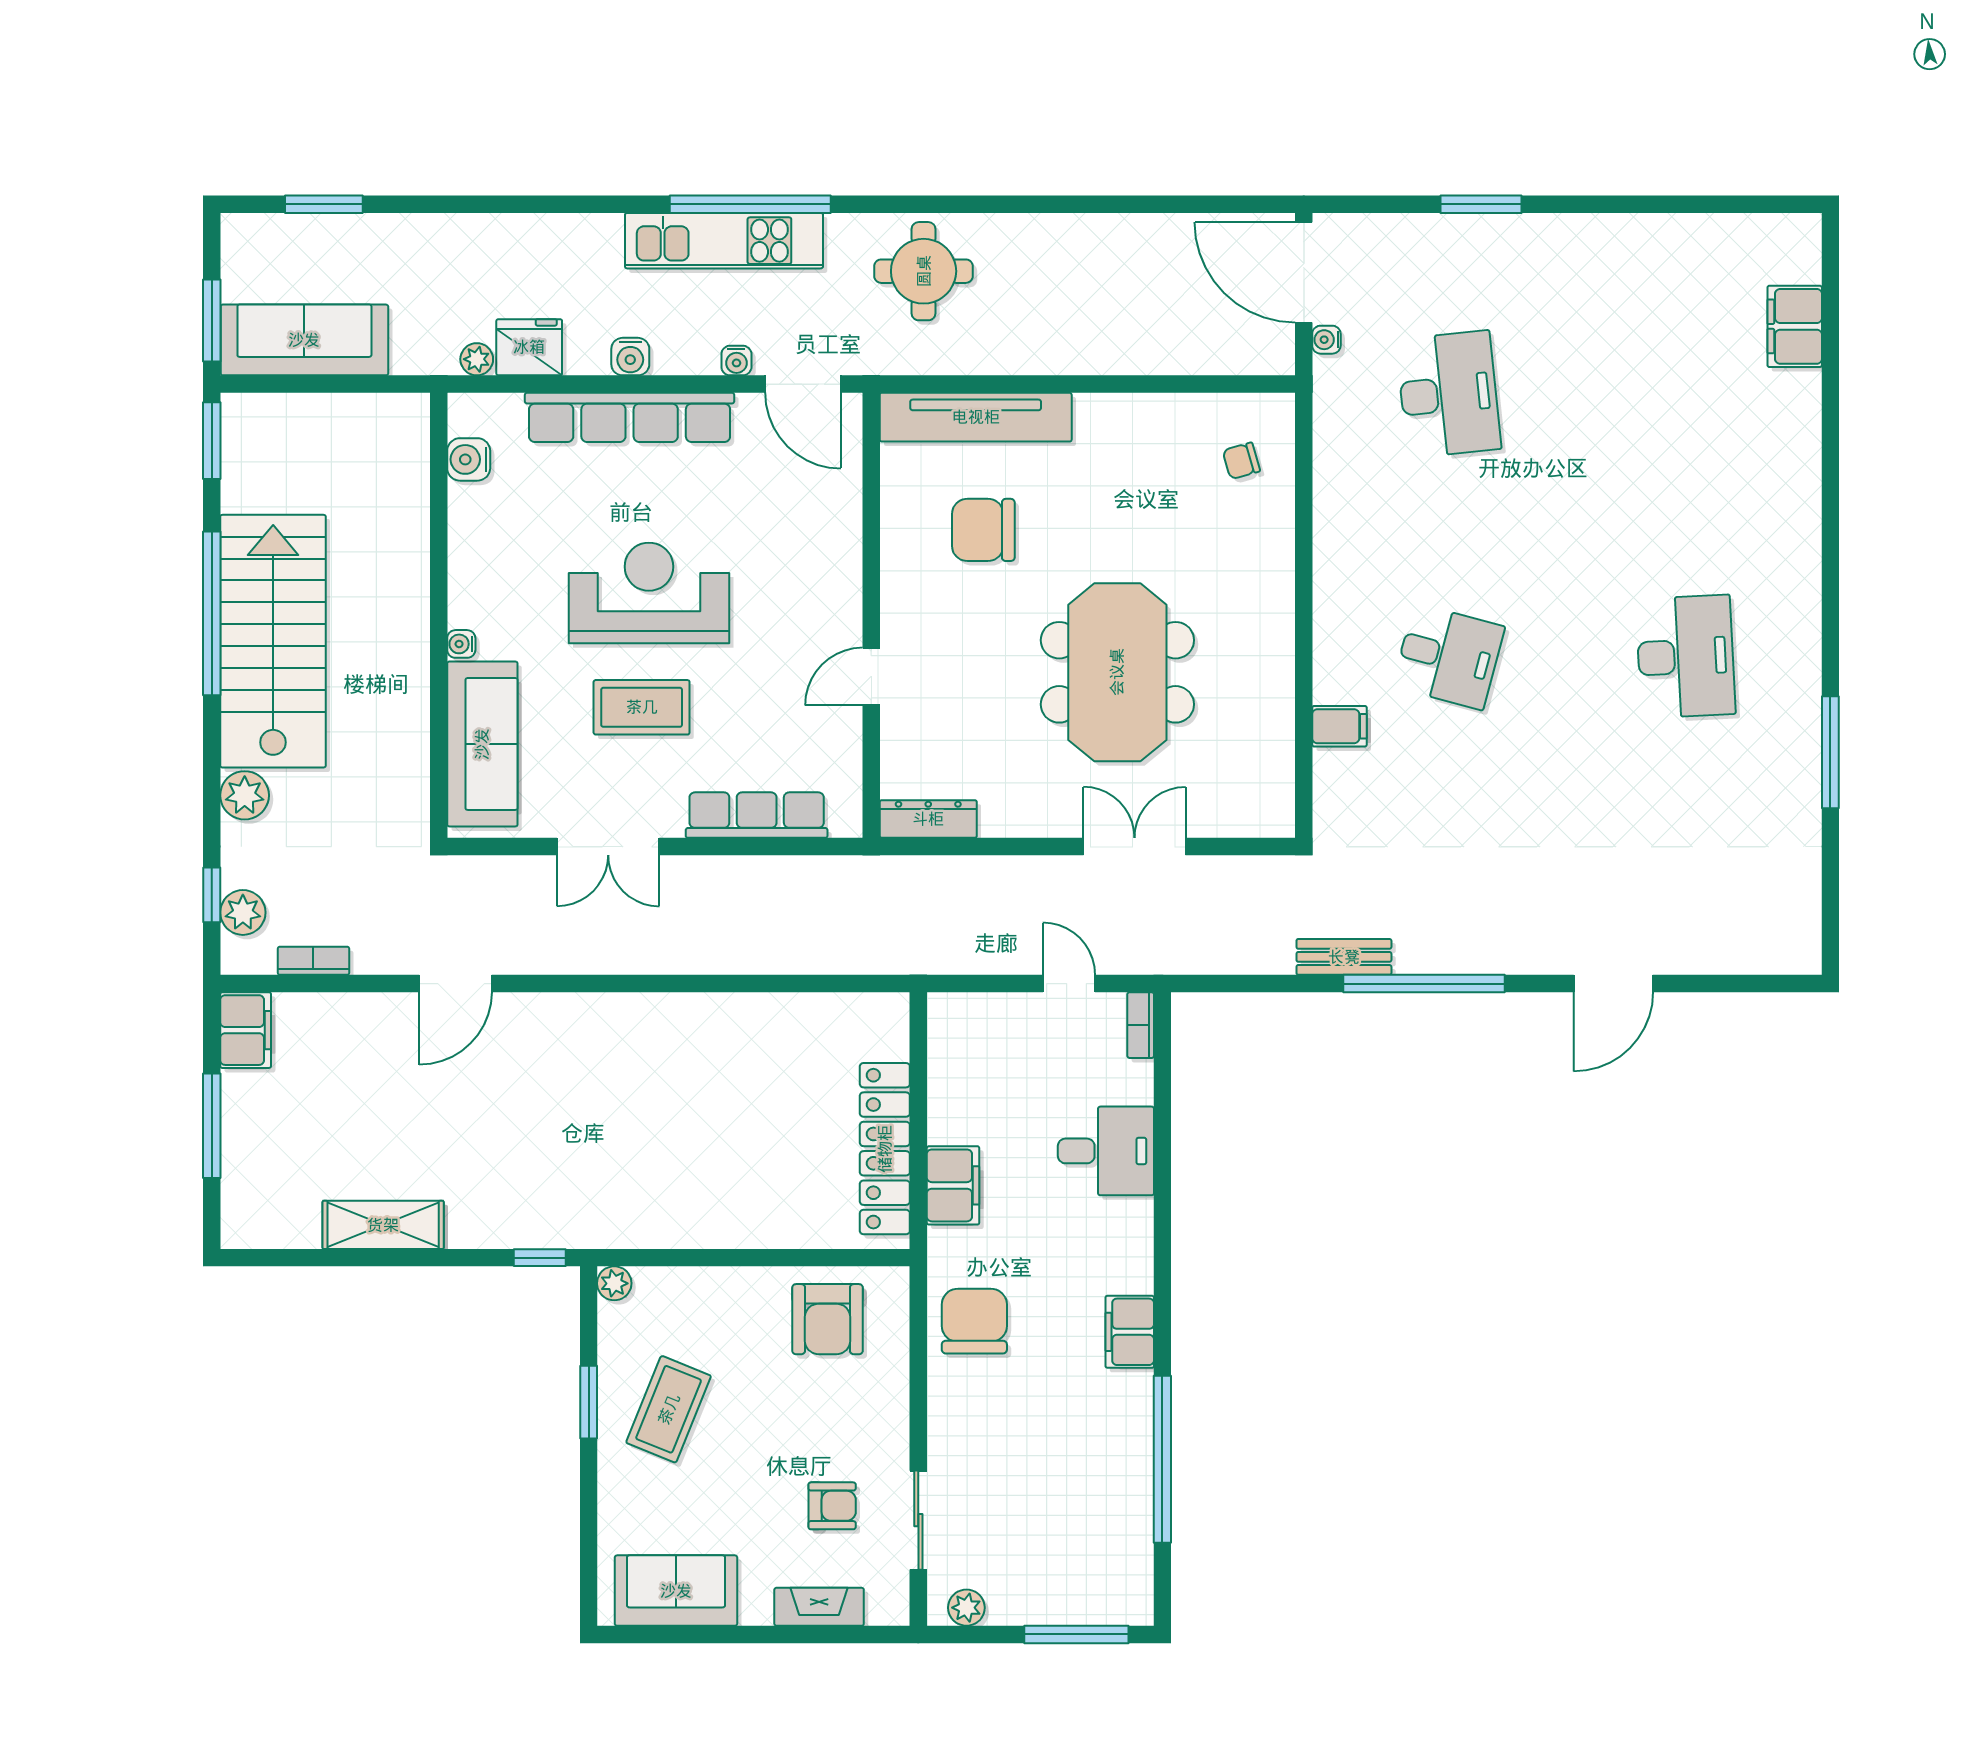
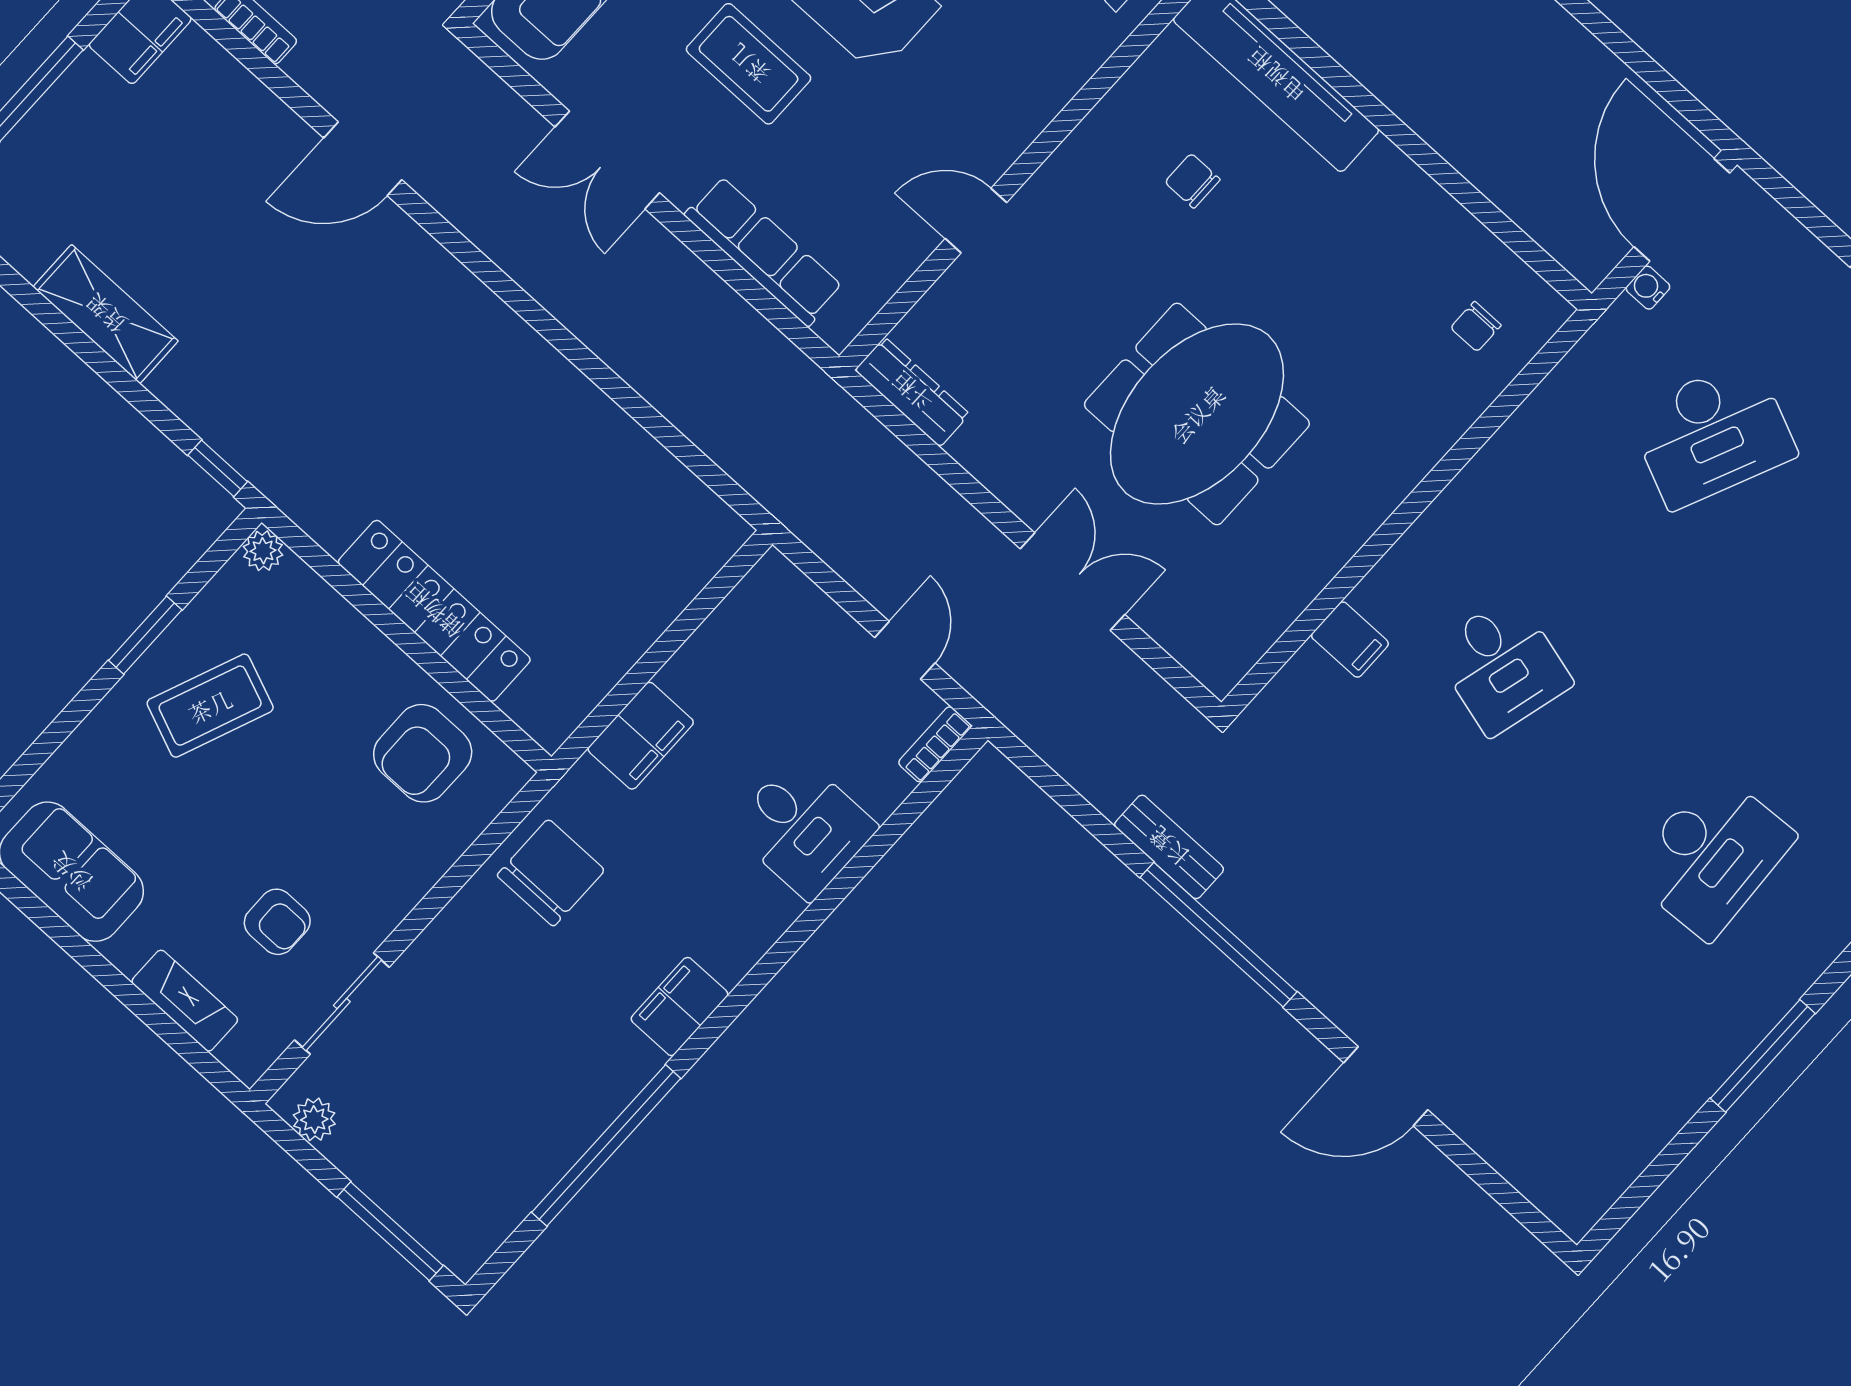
desk: (1449, 394) -> (1712, 434), turned 30
chair: (1241, 461) -> (1476, 327), turned -74
chair: (983, 530) -> (1192, 181), width x0.54, depth x0.54
locker: (885, 1149) -> (434, 611), moved, turned 90

